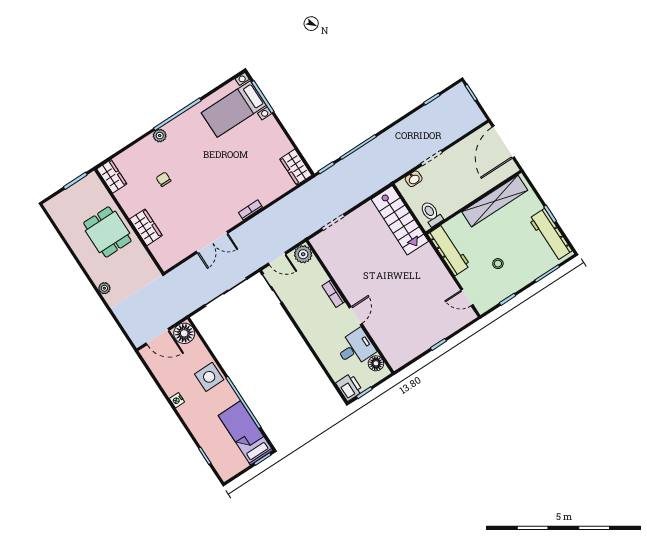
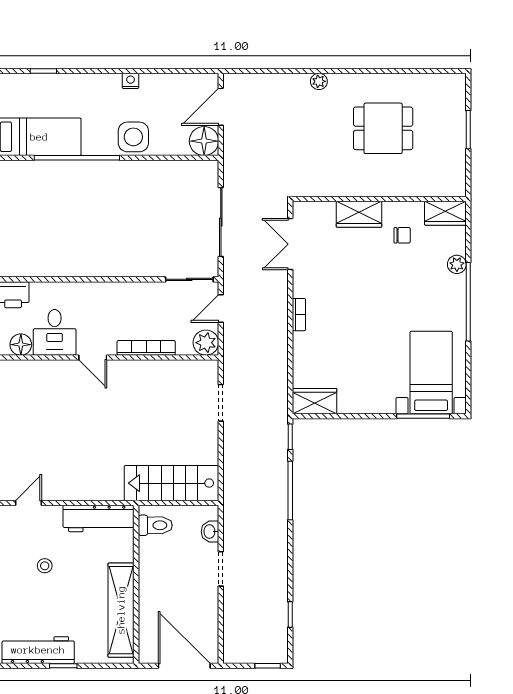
wardrobe: (112, 176) -> (445, 213), moved
wall: (129, 221) -> (379, 199), moved
wardrobe: (146, 227) -> (359, 214), moved
bookcase: (333, 294) -> (146, 348), width x1.56

